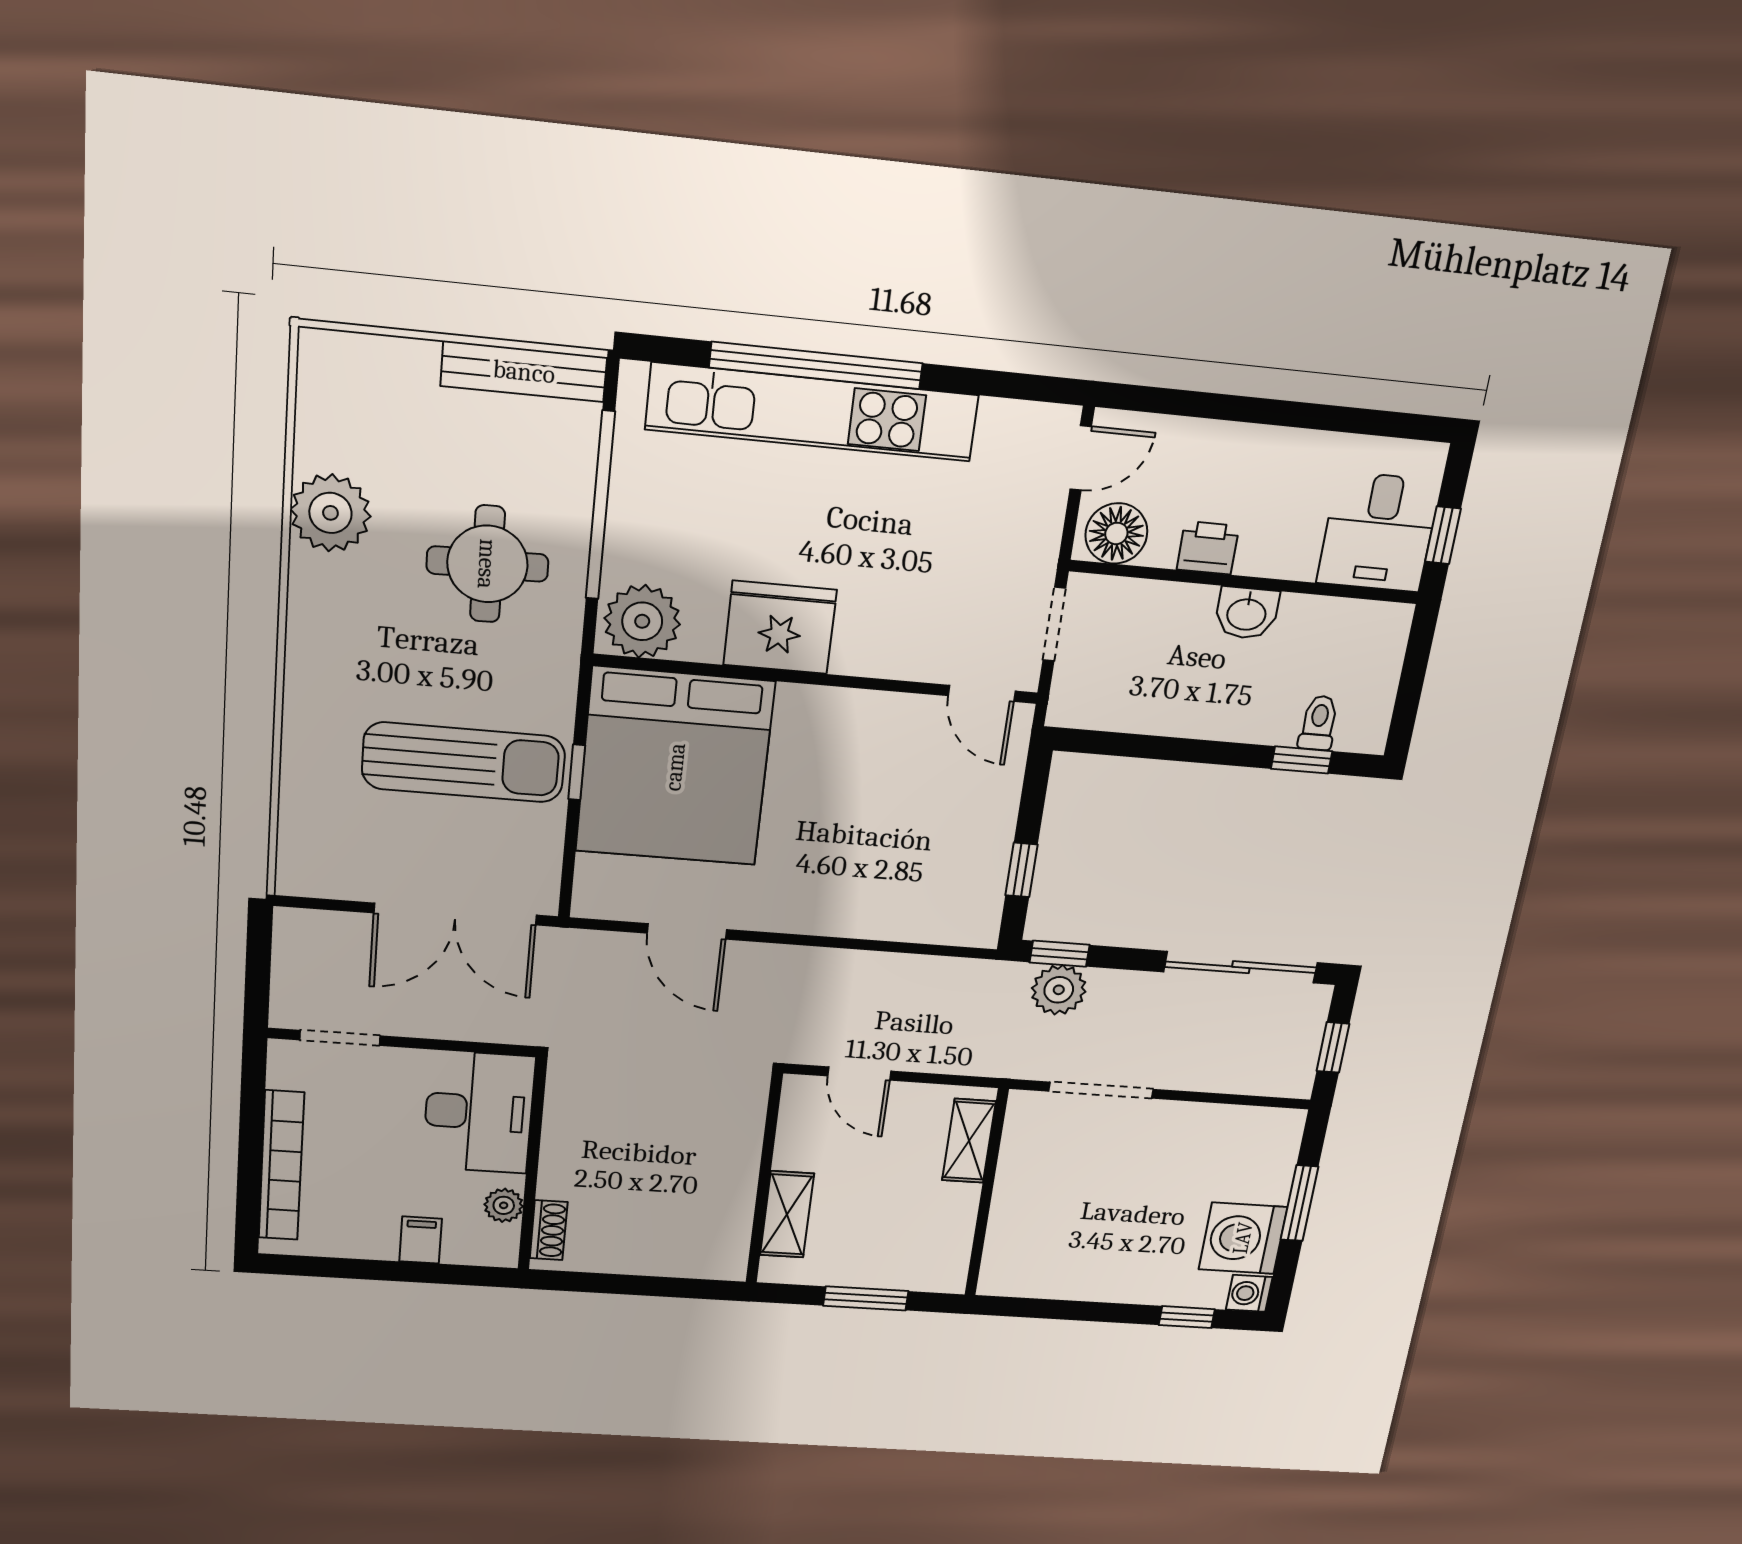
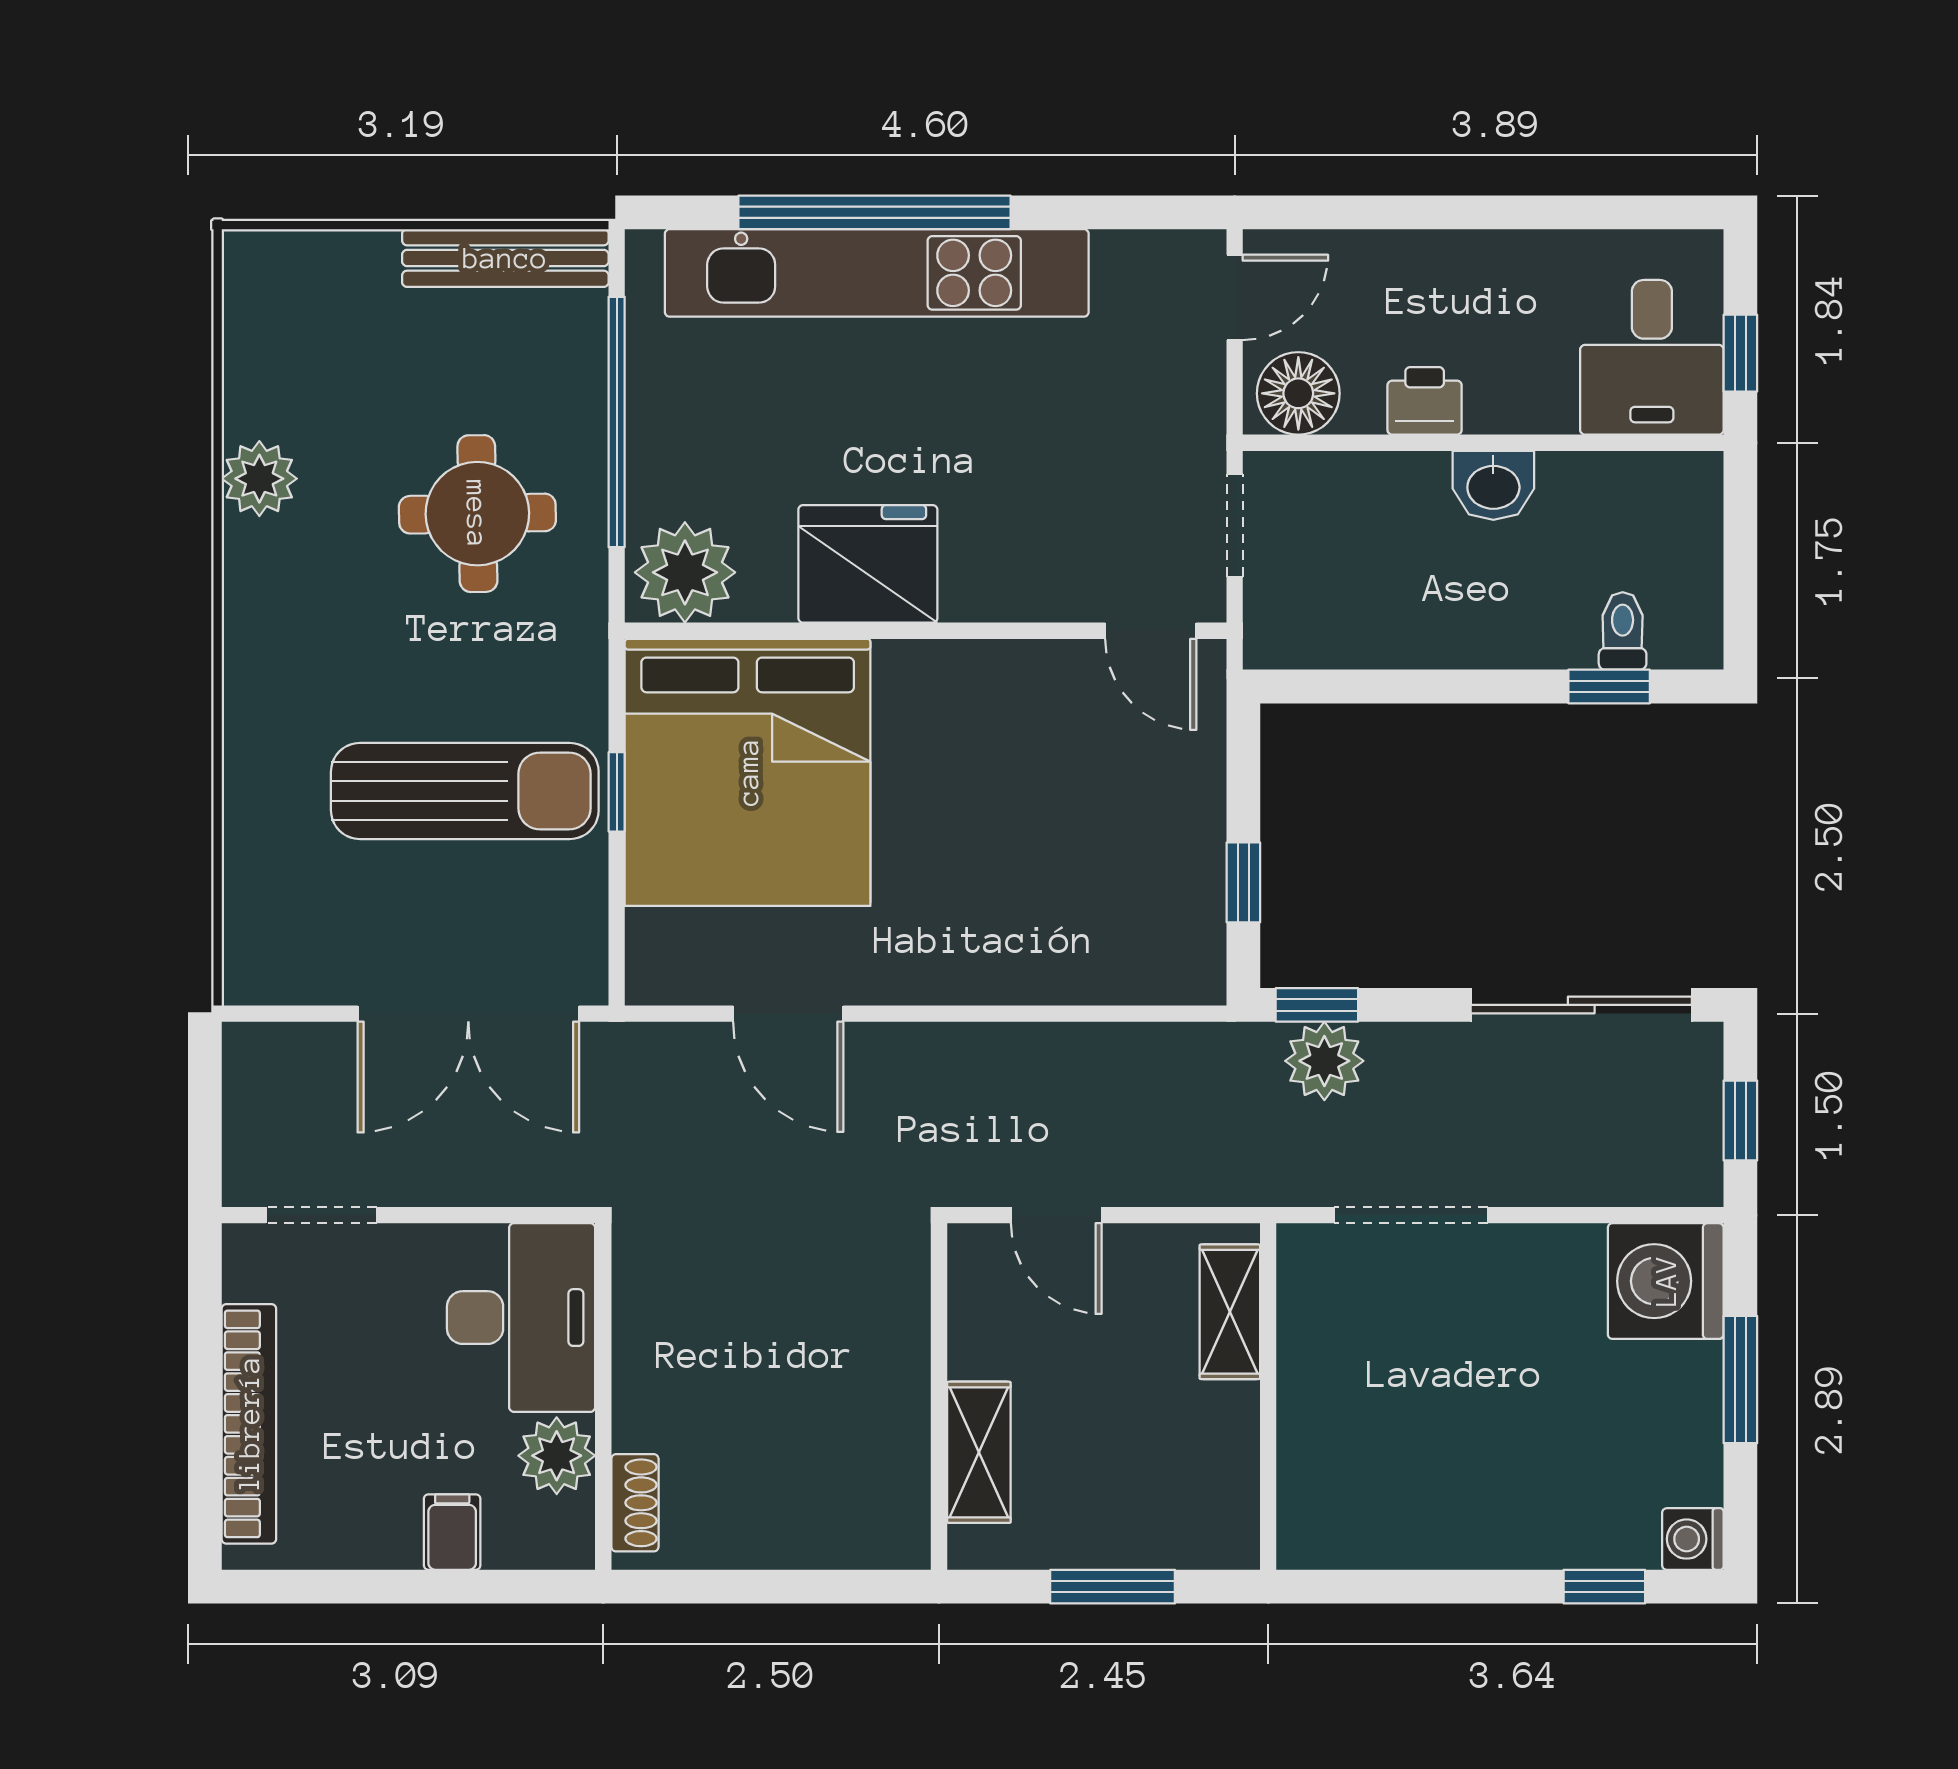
plant: (330, 513) -> (259, 479), width x0.73, depth x0.73
plant: (504, 1205) -> (557, 1456), width x1.38, depth x1.38
washing machine: (1243, 1238) -> (1666, 1281), moved

